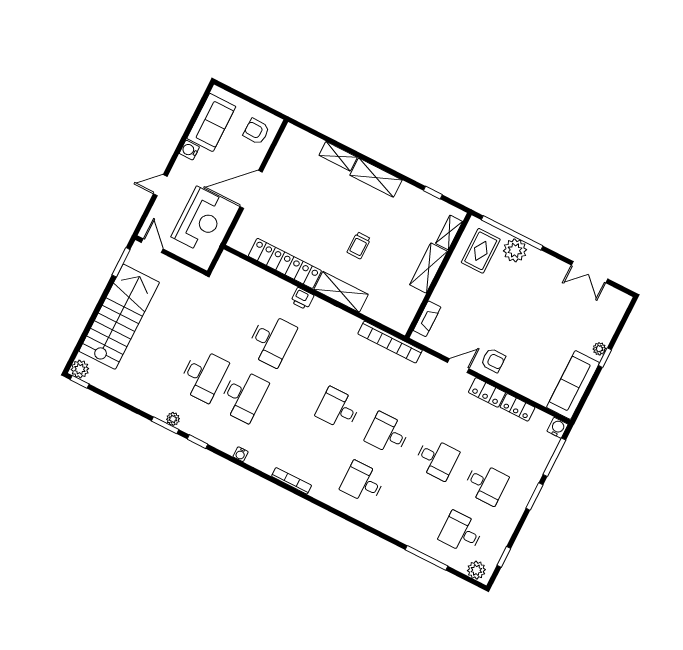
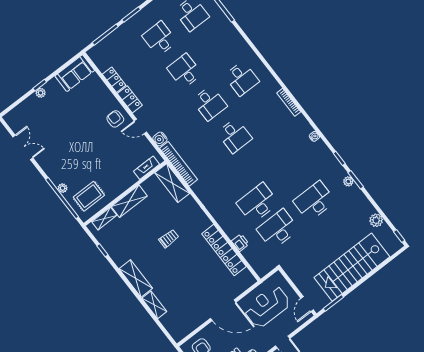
plant: (515, 250) -> (63, 188), width x0.53, depth x0.53
shelving: (341, 292) -> (172, 183), moved
printer: (302, 299) -> (240, 243), moved
plant: (80, 369) -> (376, 220), moved
sofa: (573, 385) -> (75, 73), width x0.73
desk: (243, 396) -> (278, 229), moved
water cooler: (558, 428) -> (160, 139), moved

